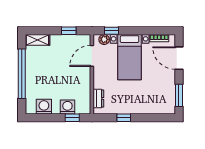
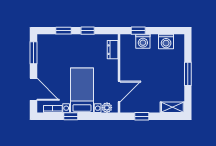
window: (111, 31) -> (71, 116), moved
window: (22, 74) -> (188, 74), width x0.47
window: (148, 118) -> (63, 31), added

